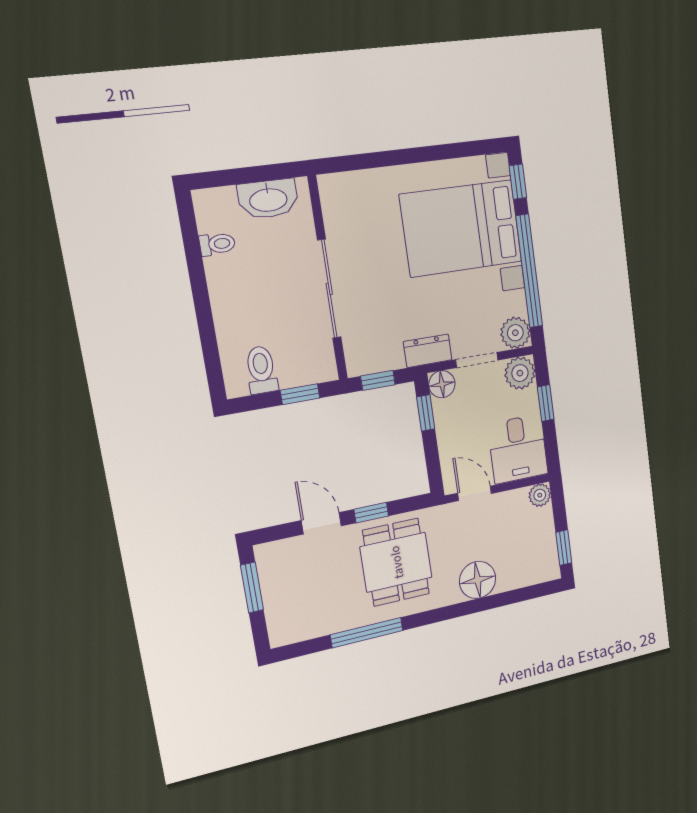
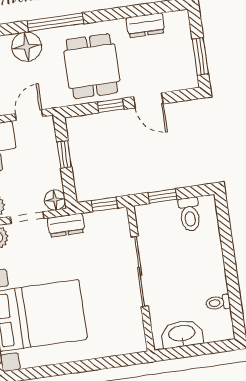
window: (426, 413) -> (64, 155), moved
door: (475, 493) -> (29, 115), swing flipped
dresser: (327, 622) -> (145, 25), added
window: (367, 633) -> (55, 22), moved

